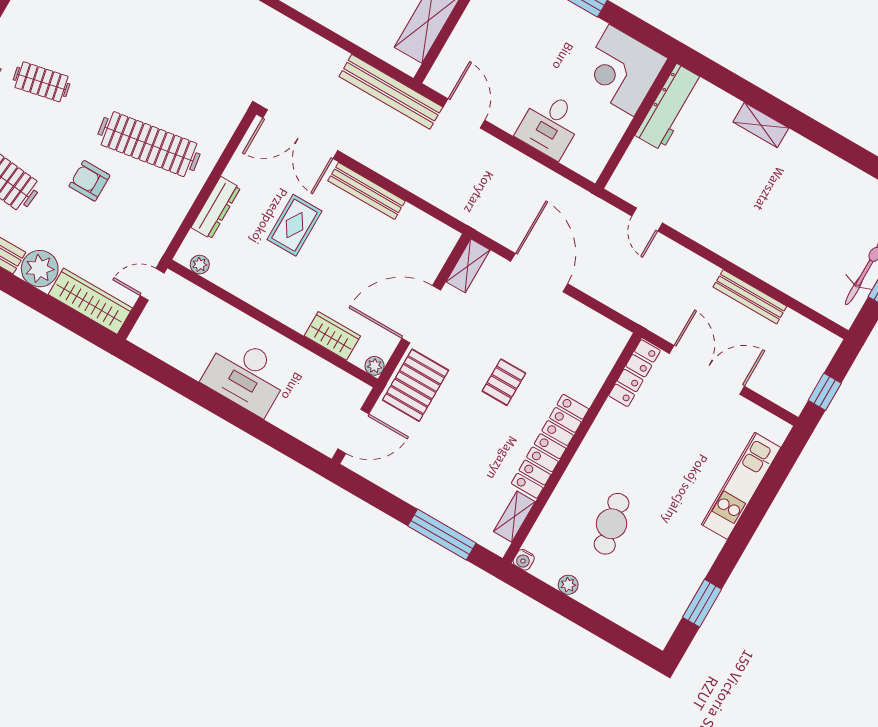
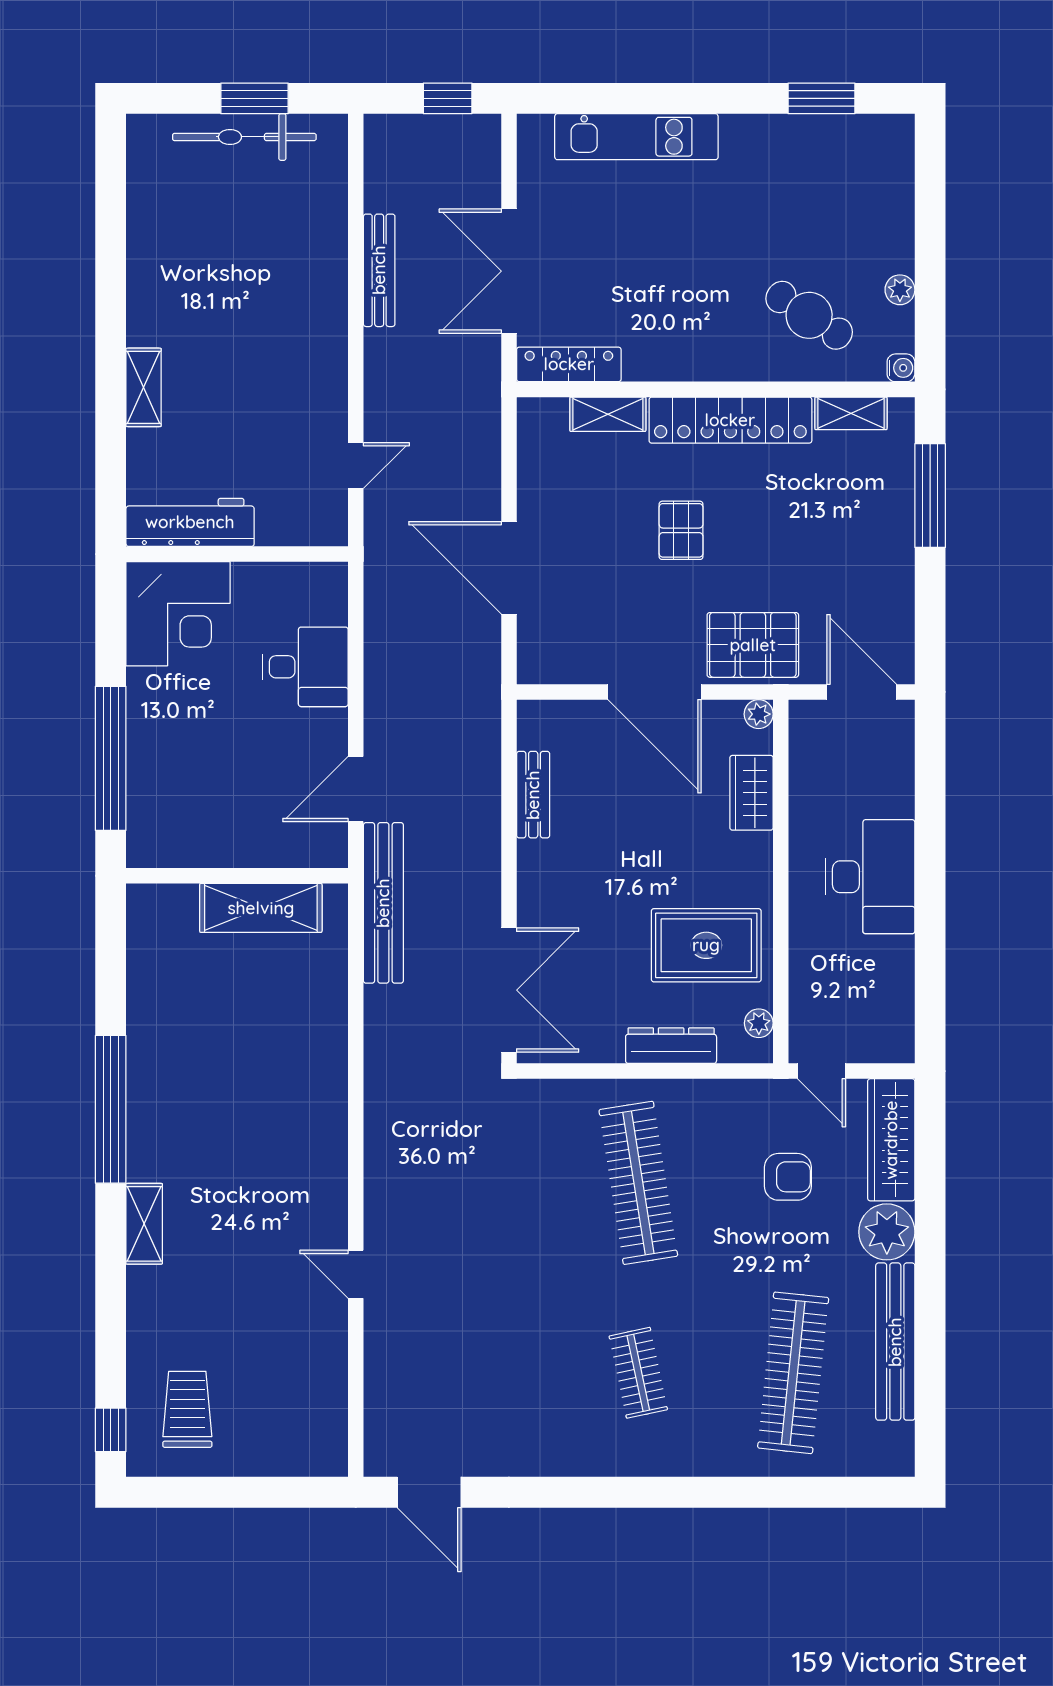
armchair: (89, 181) -> (788, 1177), moved, turned -90
bench: (367, 191) -> (533, 795), moved, width x0.73
rug: (294, 225) -> (706, 945), moved, width x1.36, depth x1.43
shelving: (468, 266) -> (608, 414), moved
door: (539, 273) -> (509, 568), hinge flipped
pallet: (504, 382) -> (681, 530), turned 90
cafe table: (612, 524) -> (809, 315), moved, turned 45

